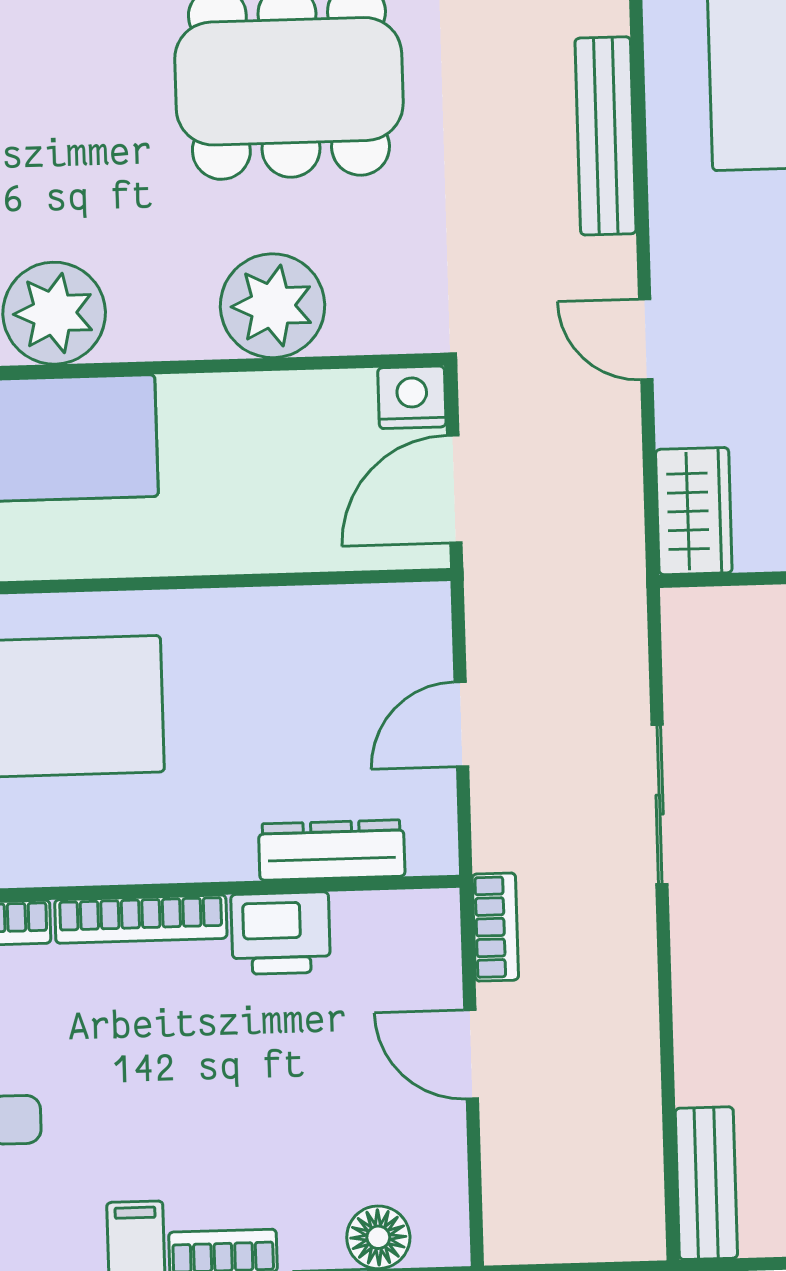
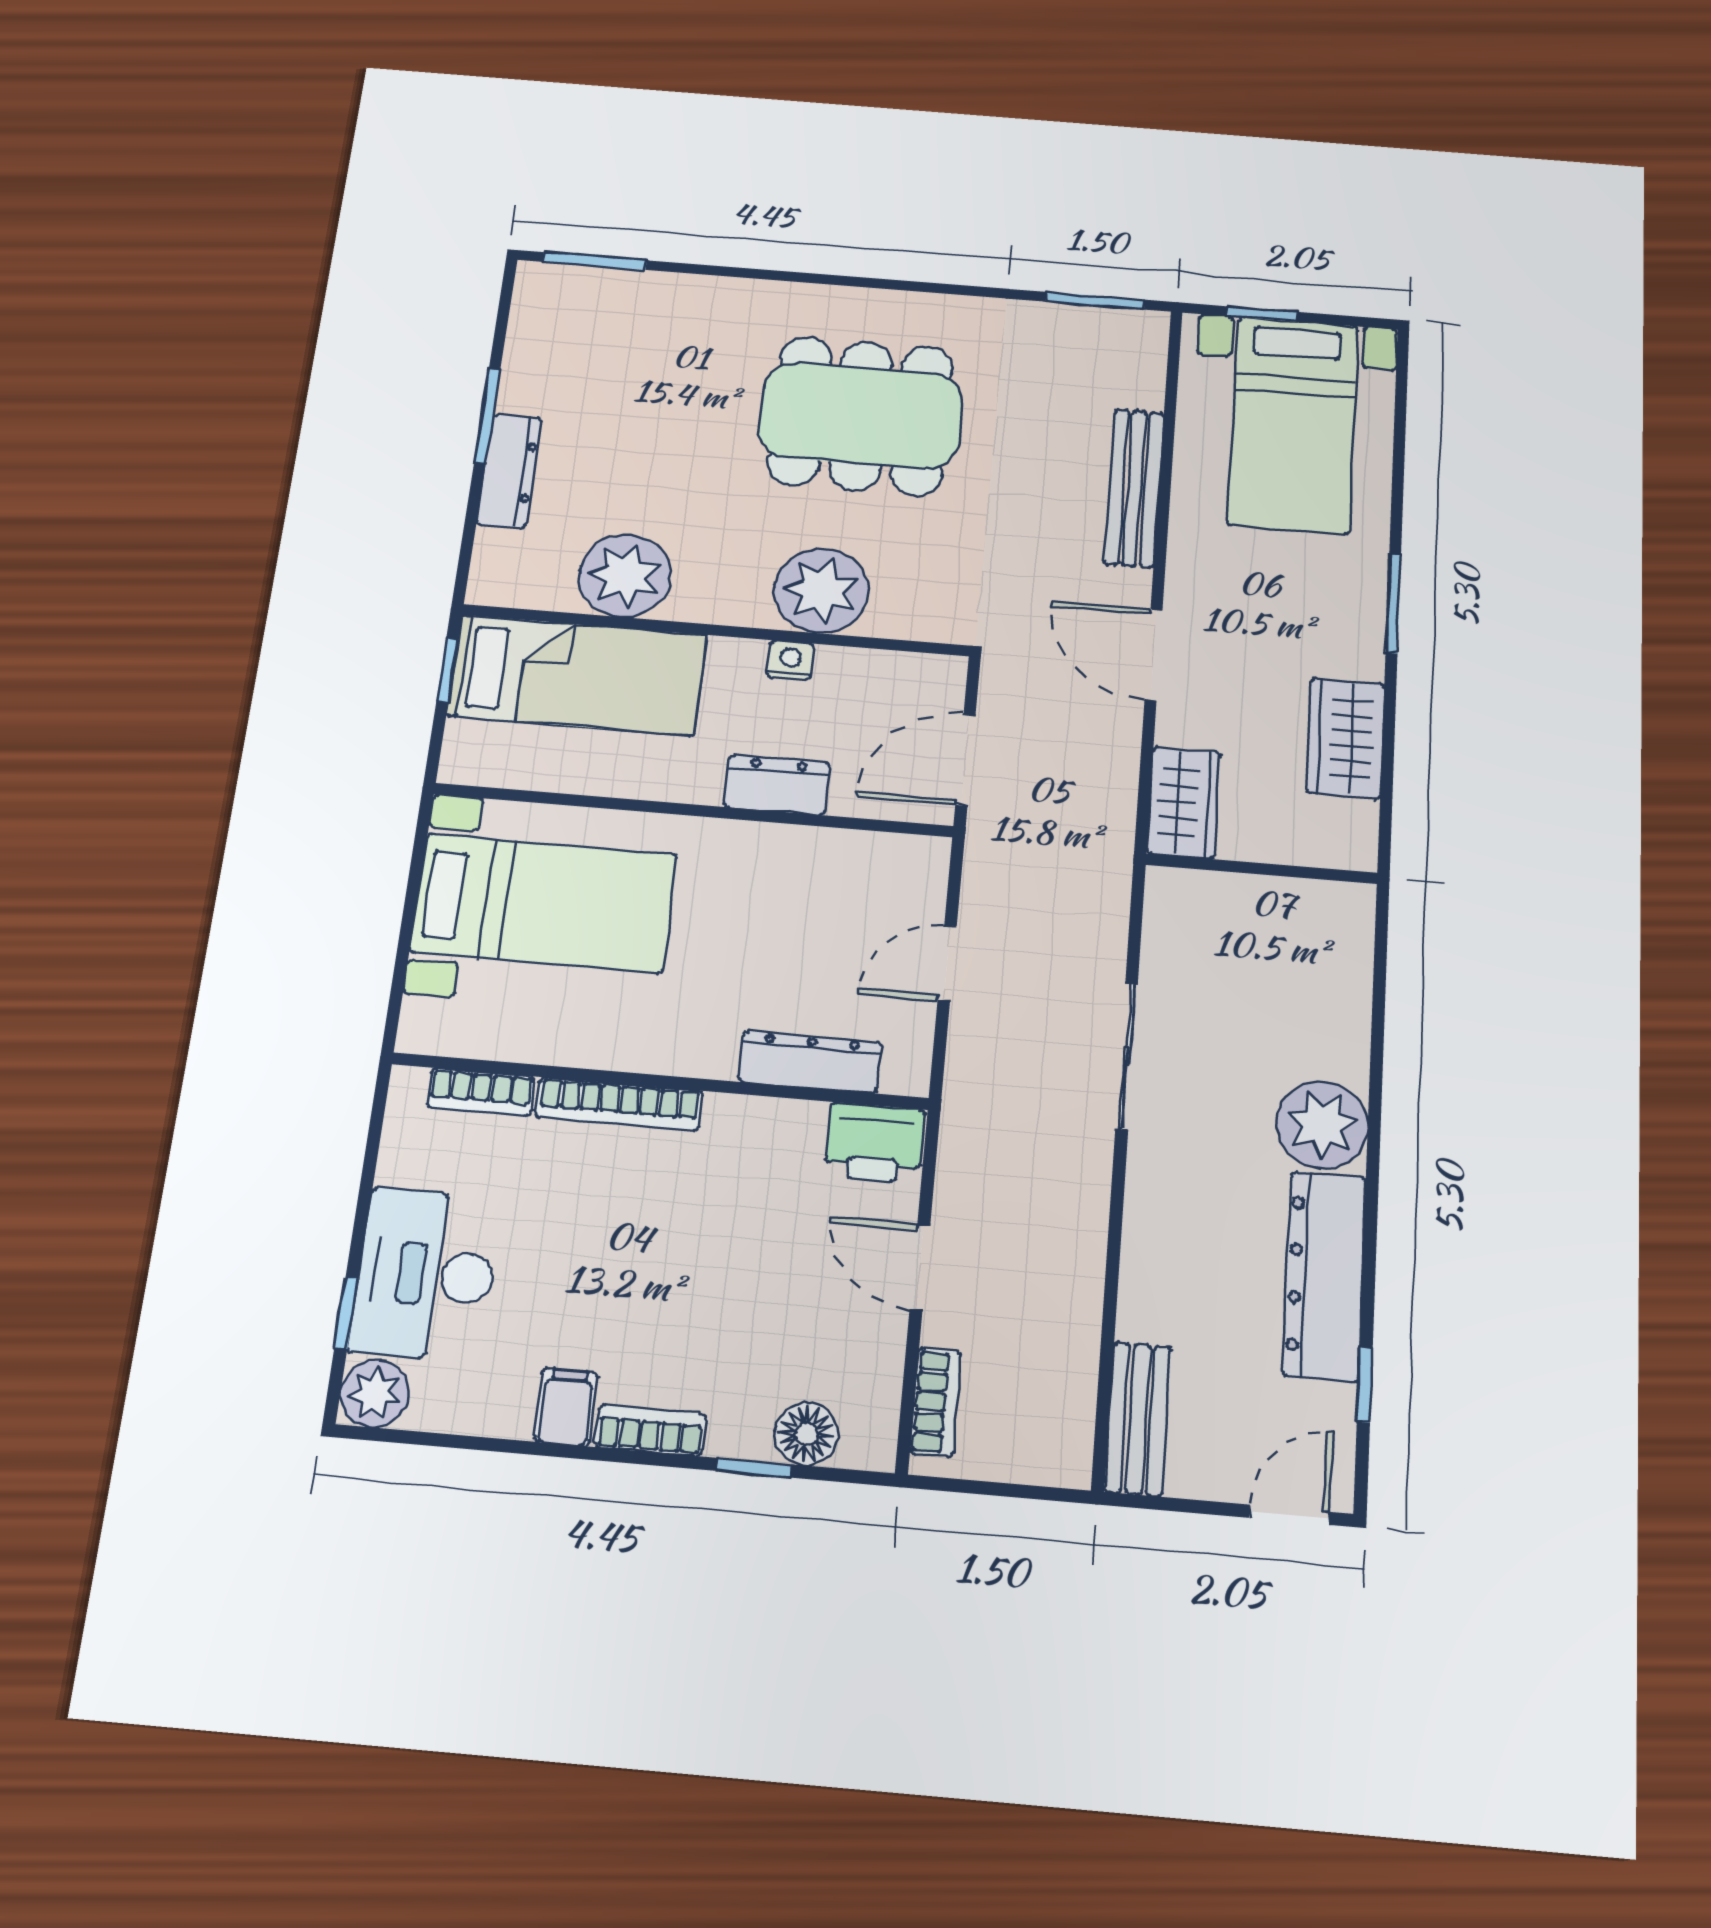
door: (646, 339) -> (1154, 655), width x1.38
nightstand: (412, 397) -> (790, 660), moved, width x0.72, depth x0.74
dresser: (255, 543) -> (777, 785), added
bookcase: (495, 927) -> (936, 1402), moved
printer: (281, 933) -> (875, 1143), moved

